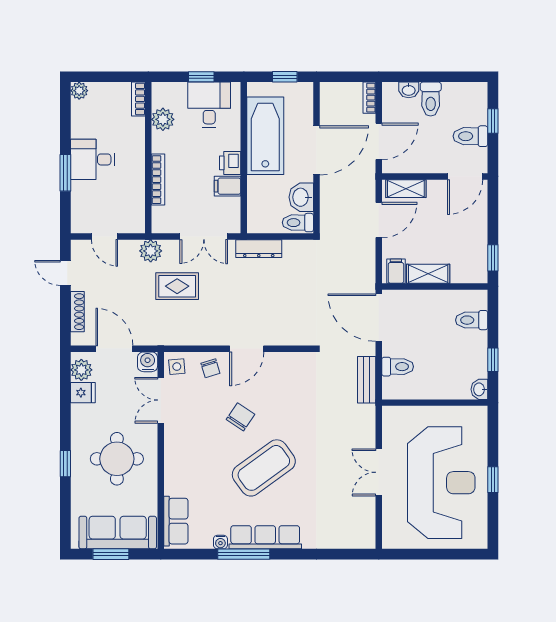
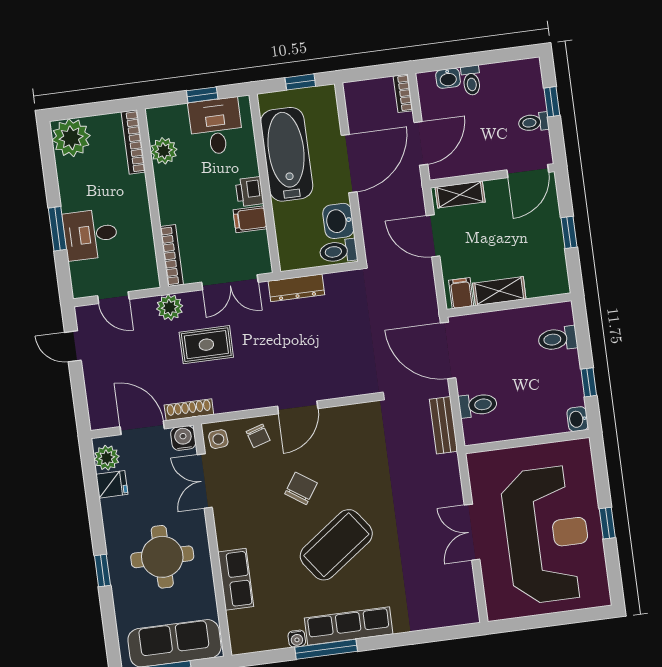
plant: (79, 91) -> (71, 138), width x1.88, depth x1.88
bookcase: (138, 99) -> (133, 142), width x1.56
toilet: (431, 99) -> (471, 80), width x0.73, depth x0.72
toilet: (470, 136) -> (533, 122), width x0.73, depth x0.72
desk: (92, 159) -> (91, 235), moved
bookcase: (158, 180) -> (172, 256), moved
door: (379, 220) -> (433, 236), swing flipped
window: (493, 258) -> (569, 232), moved
shoe rack: (77, 312) -> (189, 410), moved, turned -90
row of seats: (176, 521) -> (236, 579), moved

